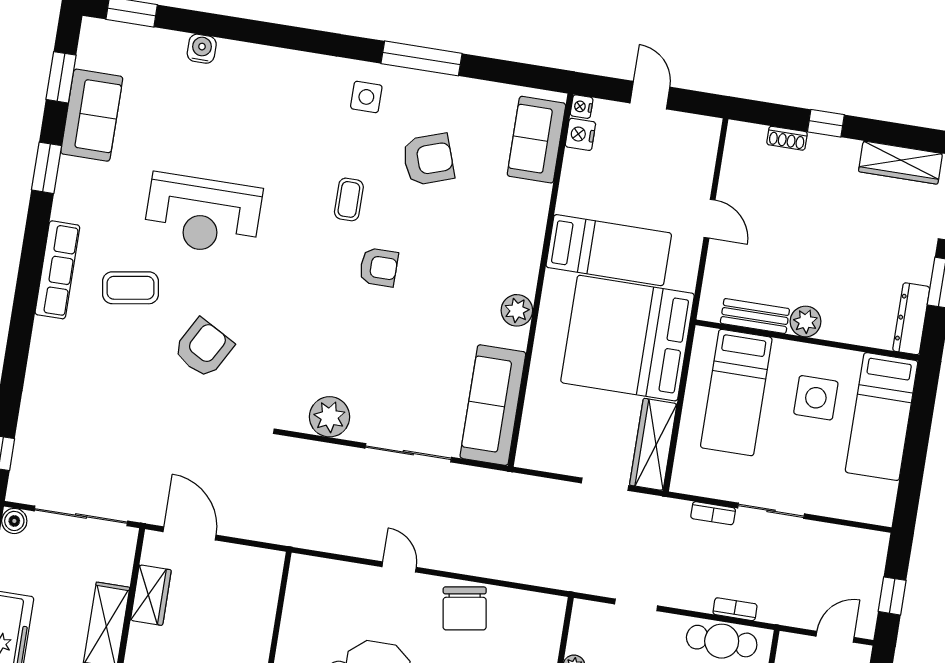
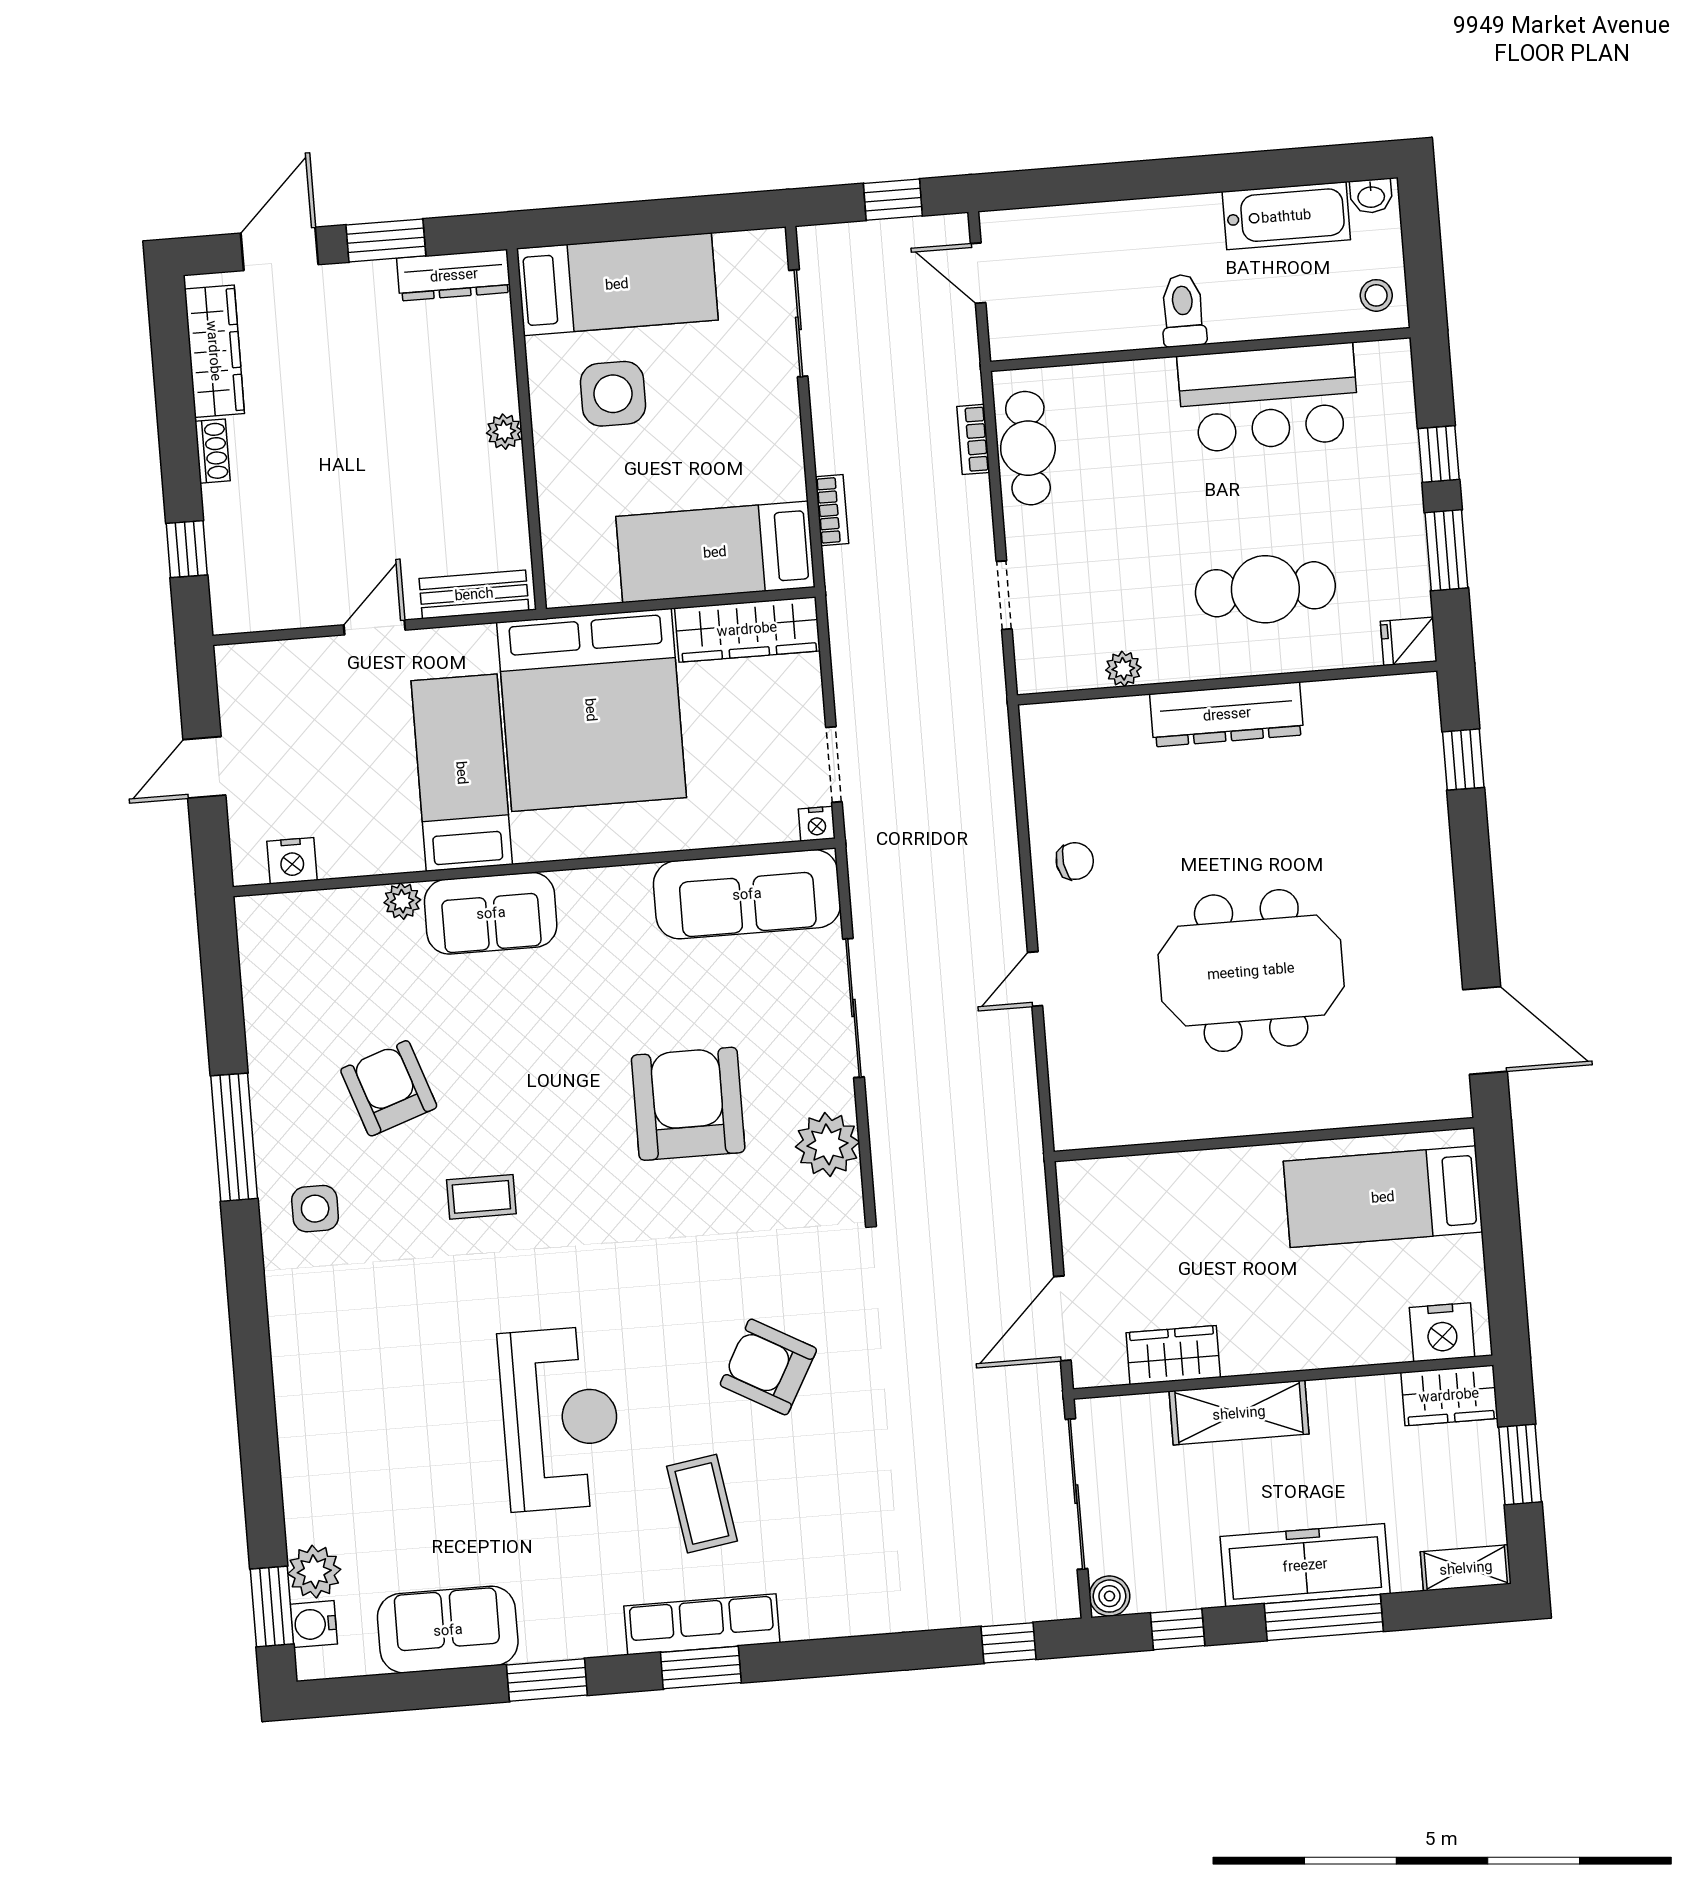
plant: (147, 43) -> (314, 1572), added
water cooler: (202, 49) -> (314, 1624), moved
window: (61, 77) -> (701, 1668), moved
nightstand: (582, 107) -> (817, 824), moved
window: (826, 123) -> (187, 549), moved
shoe rack: (787, 138) -> (212, 451), moved
sofa: (536, 140) -> (491, 913), moved
armchair: (379, 267) -> (688, 1104), moved, width x1.88, depth x1.88
plant: (517, 310) -> (402, 901), moved, width x0.73, depth x0.73
bench: (755, 316) -> (474, 594), moved, turned 90
plant: (806, 321) -> (504, 432), width x0.73, depth x0.73
bed: (736, 393) -> (715, 552), moved, turned 180
doorway: (605, 484) -> (834, 765), moved
sliding door: (771, 511) -> (798, 323), moved
chair: (465, 608) -> (1075, 861), width x0.54, depth x0.54

